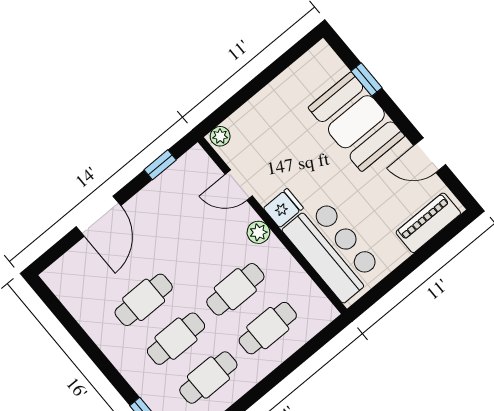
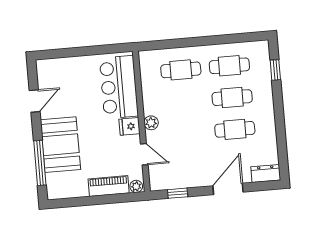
window: (367, 79) -> (40, 163), width x2.17
door: (430, 155) -> (35, 101), hinge flipped
piano: (428, 223) -> (109, 186), moved, turned 180
dresser: (63, 270) -> (266, 173), added
cafe table: (235, 289) -> (184, 102), removed

